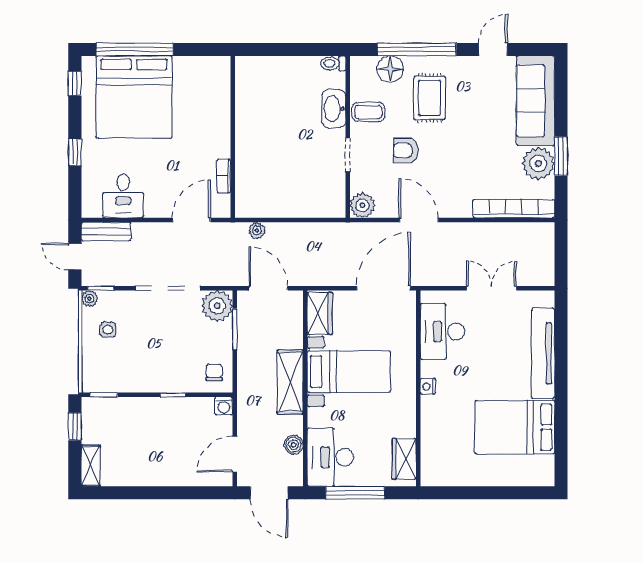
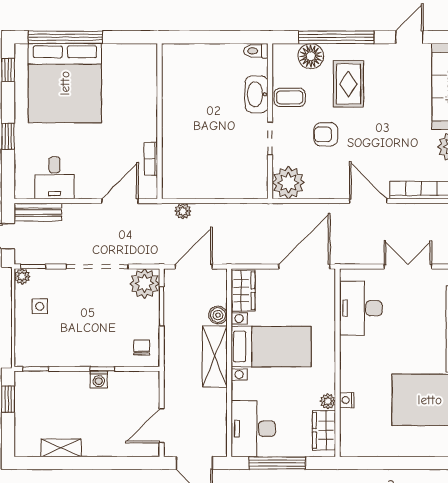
plant: (362, 205) -> (288, 183), width x1.36, depth x1.36
door: (419, 220) -> (368, 201), moved
door: (268, 288) -> (194, 267), hinge flipped
nightstand: (428, 386) -> (347, 400), moved
washing machine: (224, 406) -> (99, 379), moved
plant: (408, 429) -> (328, 401), added
boiler: (294, 445) -> (218, 315), moved
shelving: (91, 466) -> (61, 448), moved, turned 90

